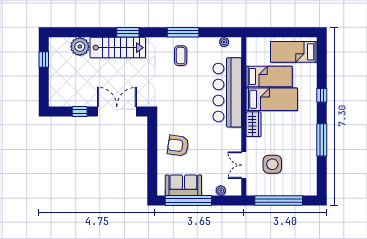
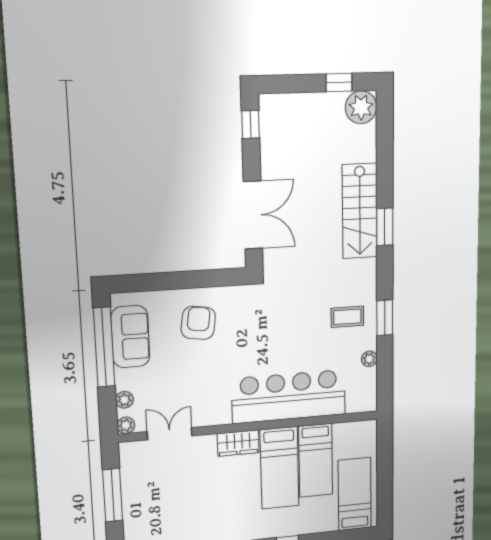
window: (183, 32) -> (385, 318), width x0.69
plant: (224, 42) -> (369, 359), moved
plant: (80, 46) -> (361, 107), moved
window: (80, 112) -> (251, 124), moved
side table: (272, 164) -> (173, 479), removed
plant: (236, 191) -> (126, 425), added
window: (279, 201) -> (113, 495), width x0.68

